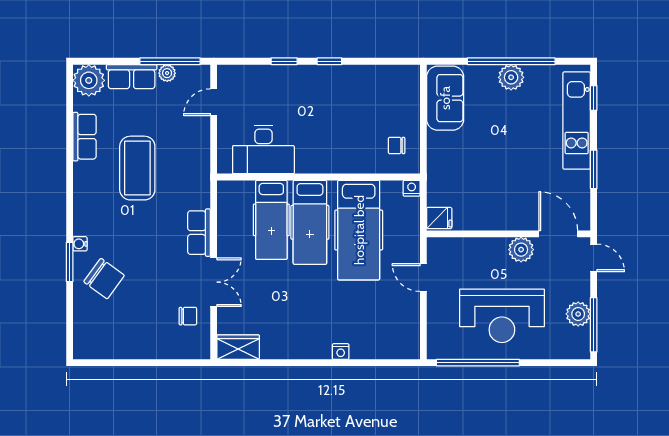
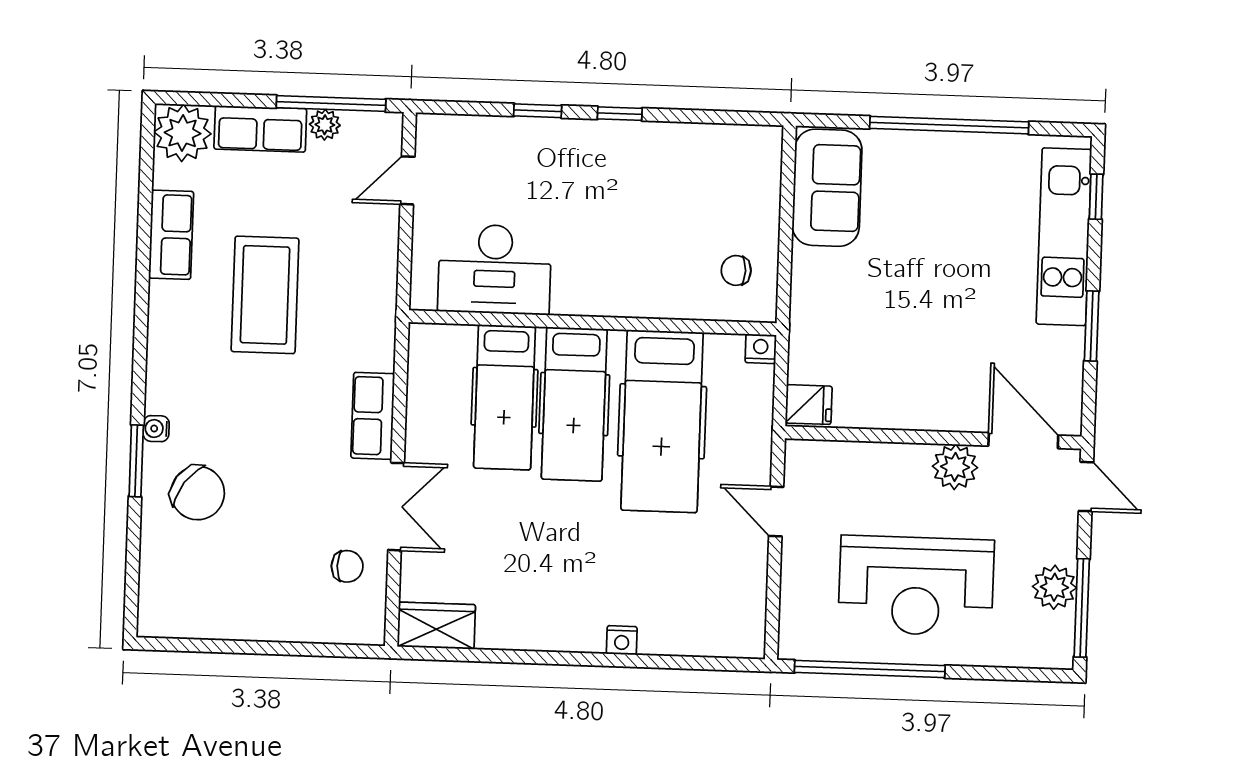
plant: (511, 77) -> (948, 154), removed

